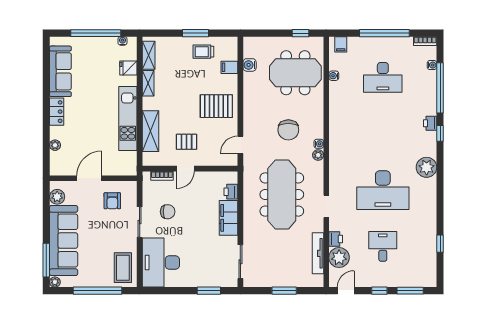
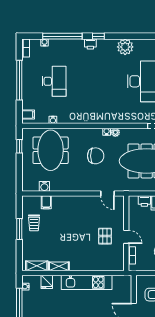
pallet: (216, 106) -> (77, 213), removed
shelving: (150, 131) -> (97, 265), removed

